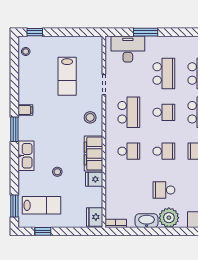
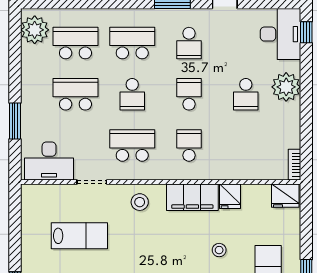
desk: (128, 49) -> (49, 161), moved, turned -90
school desk: (164, 112) -> (132, 94), turned 180
washbasin: (147, 221) -> (291, 120), removed

